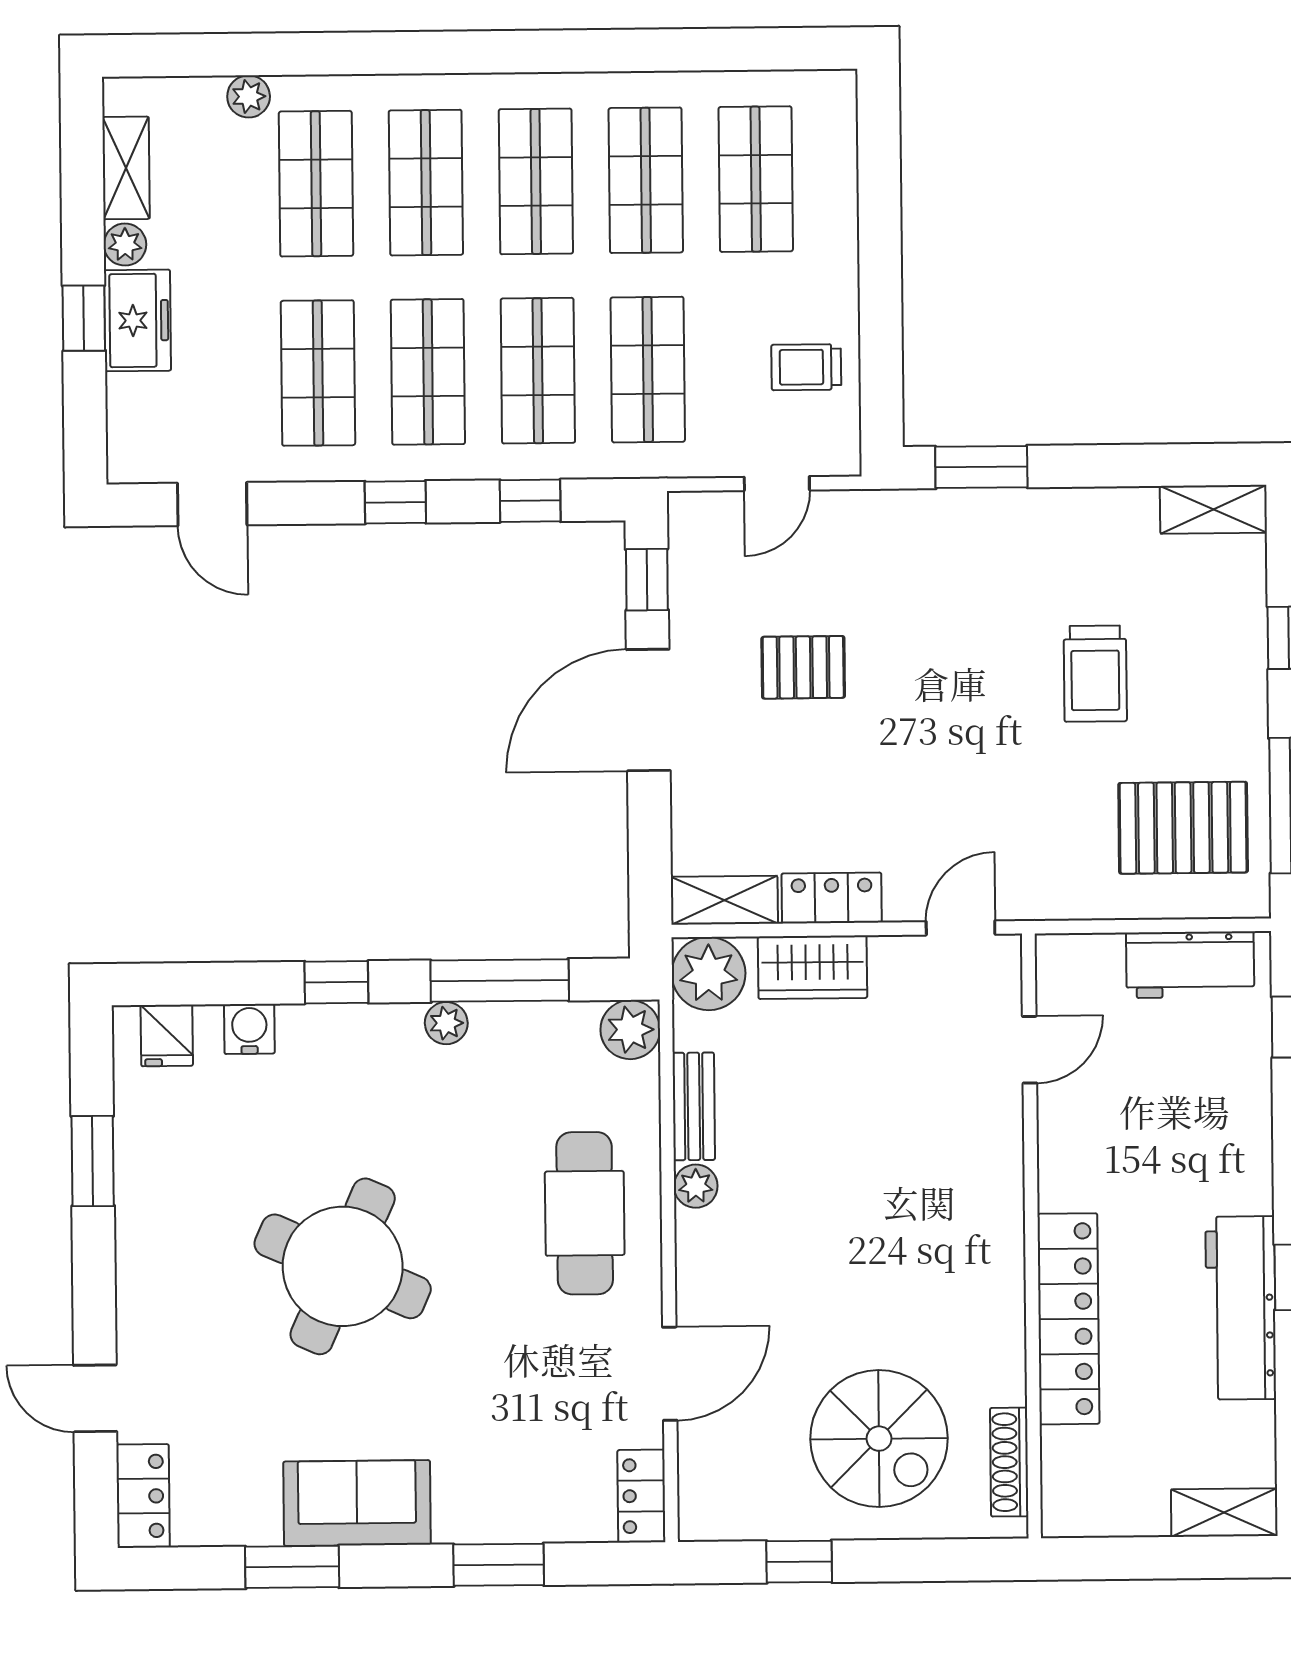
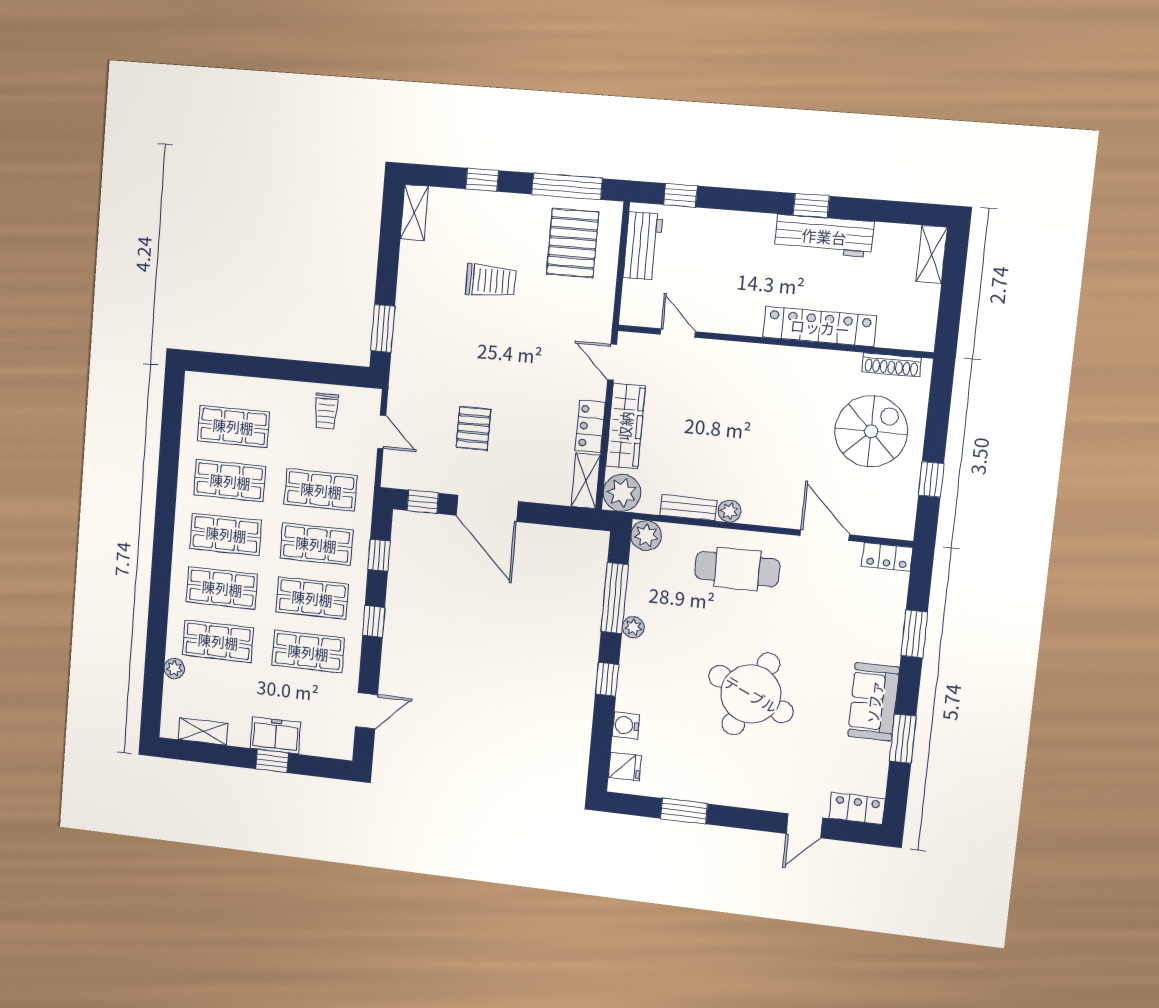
plant: (125, 245) -> (239, 737), removed
wardrobe: (813, 967) -> (625, 426), width x1.50

